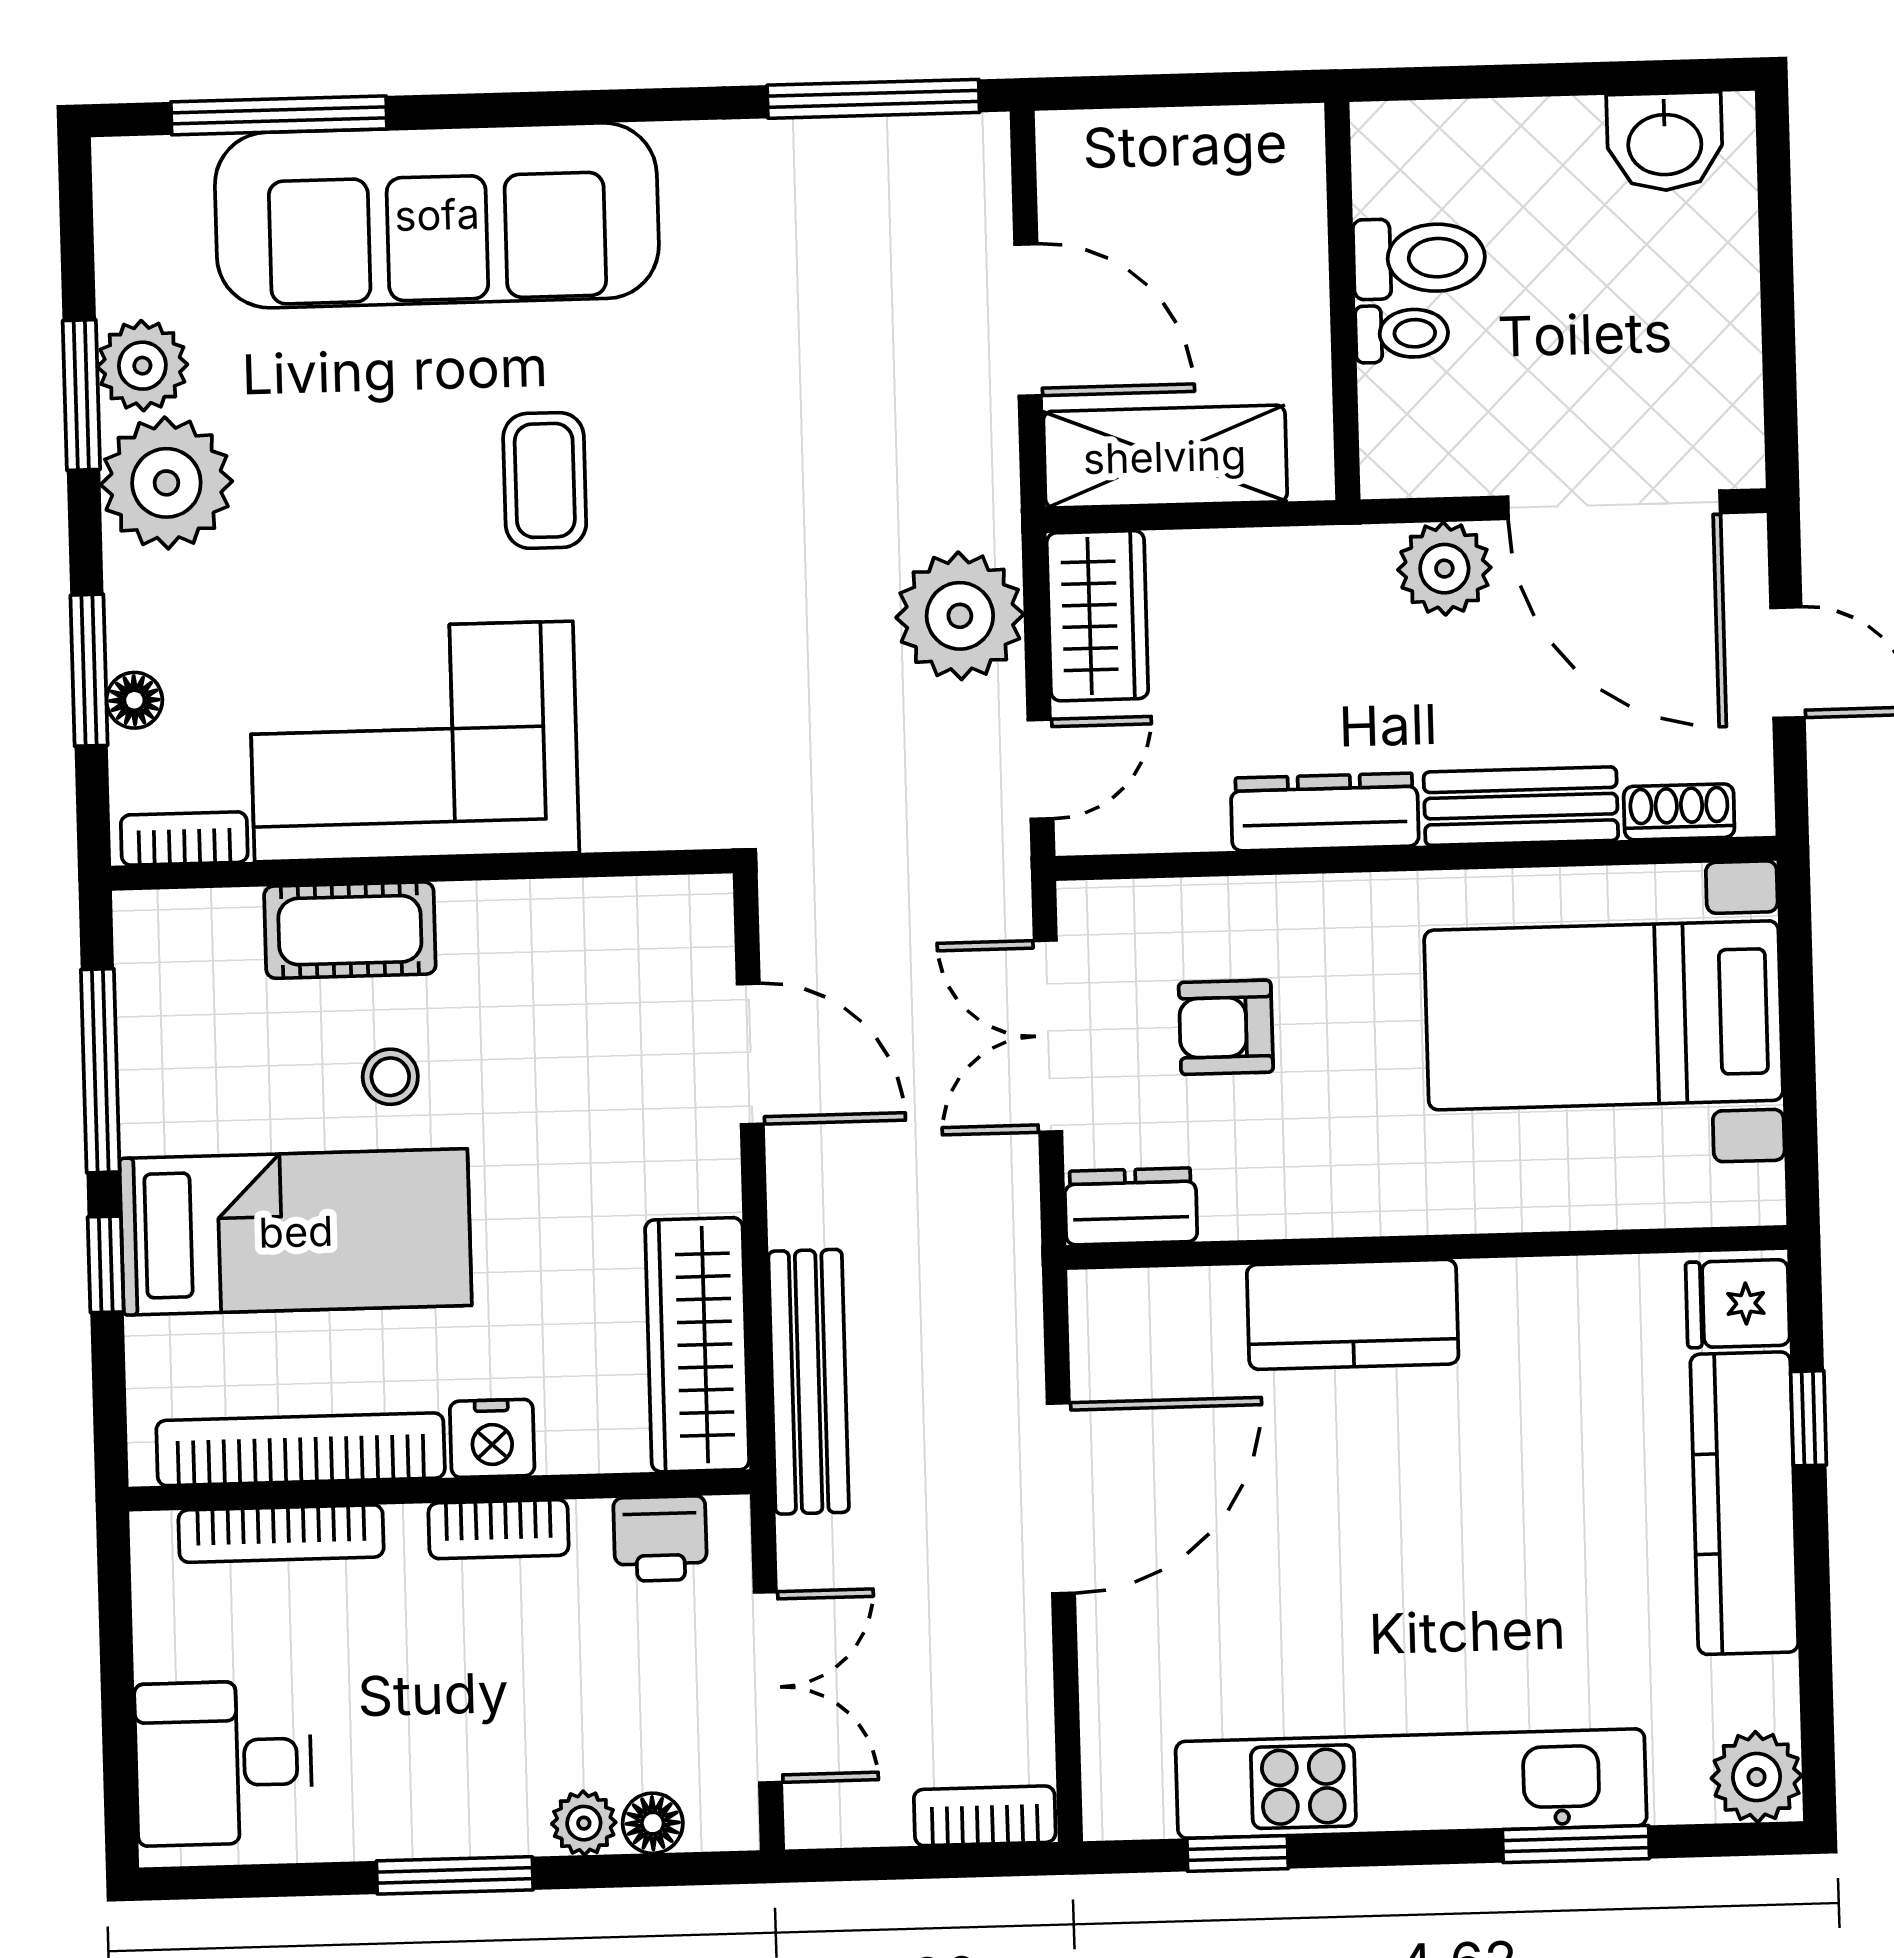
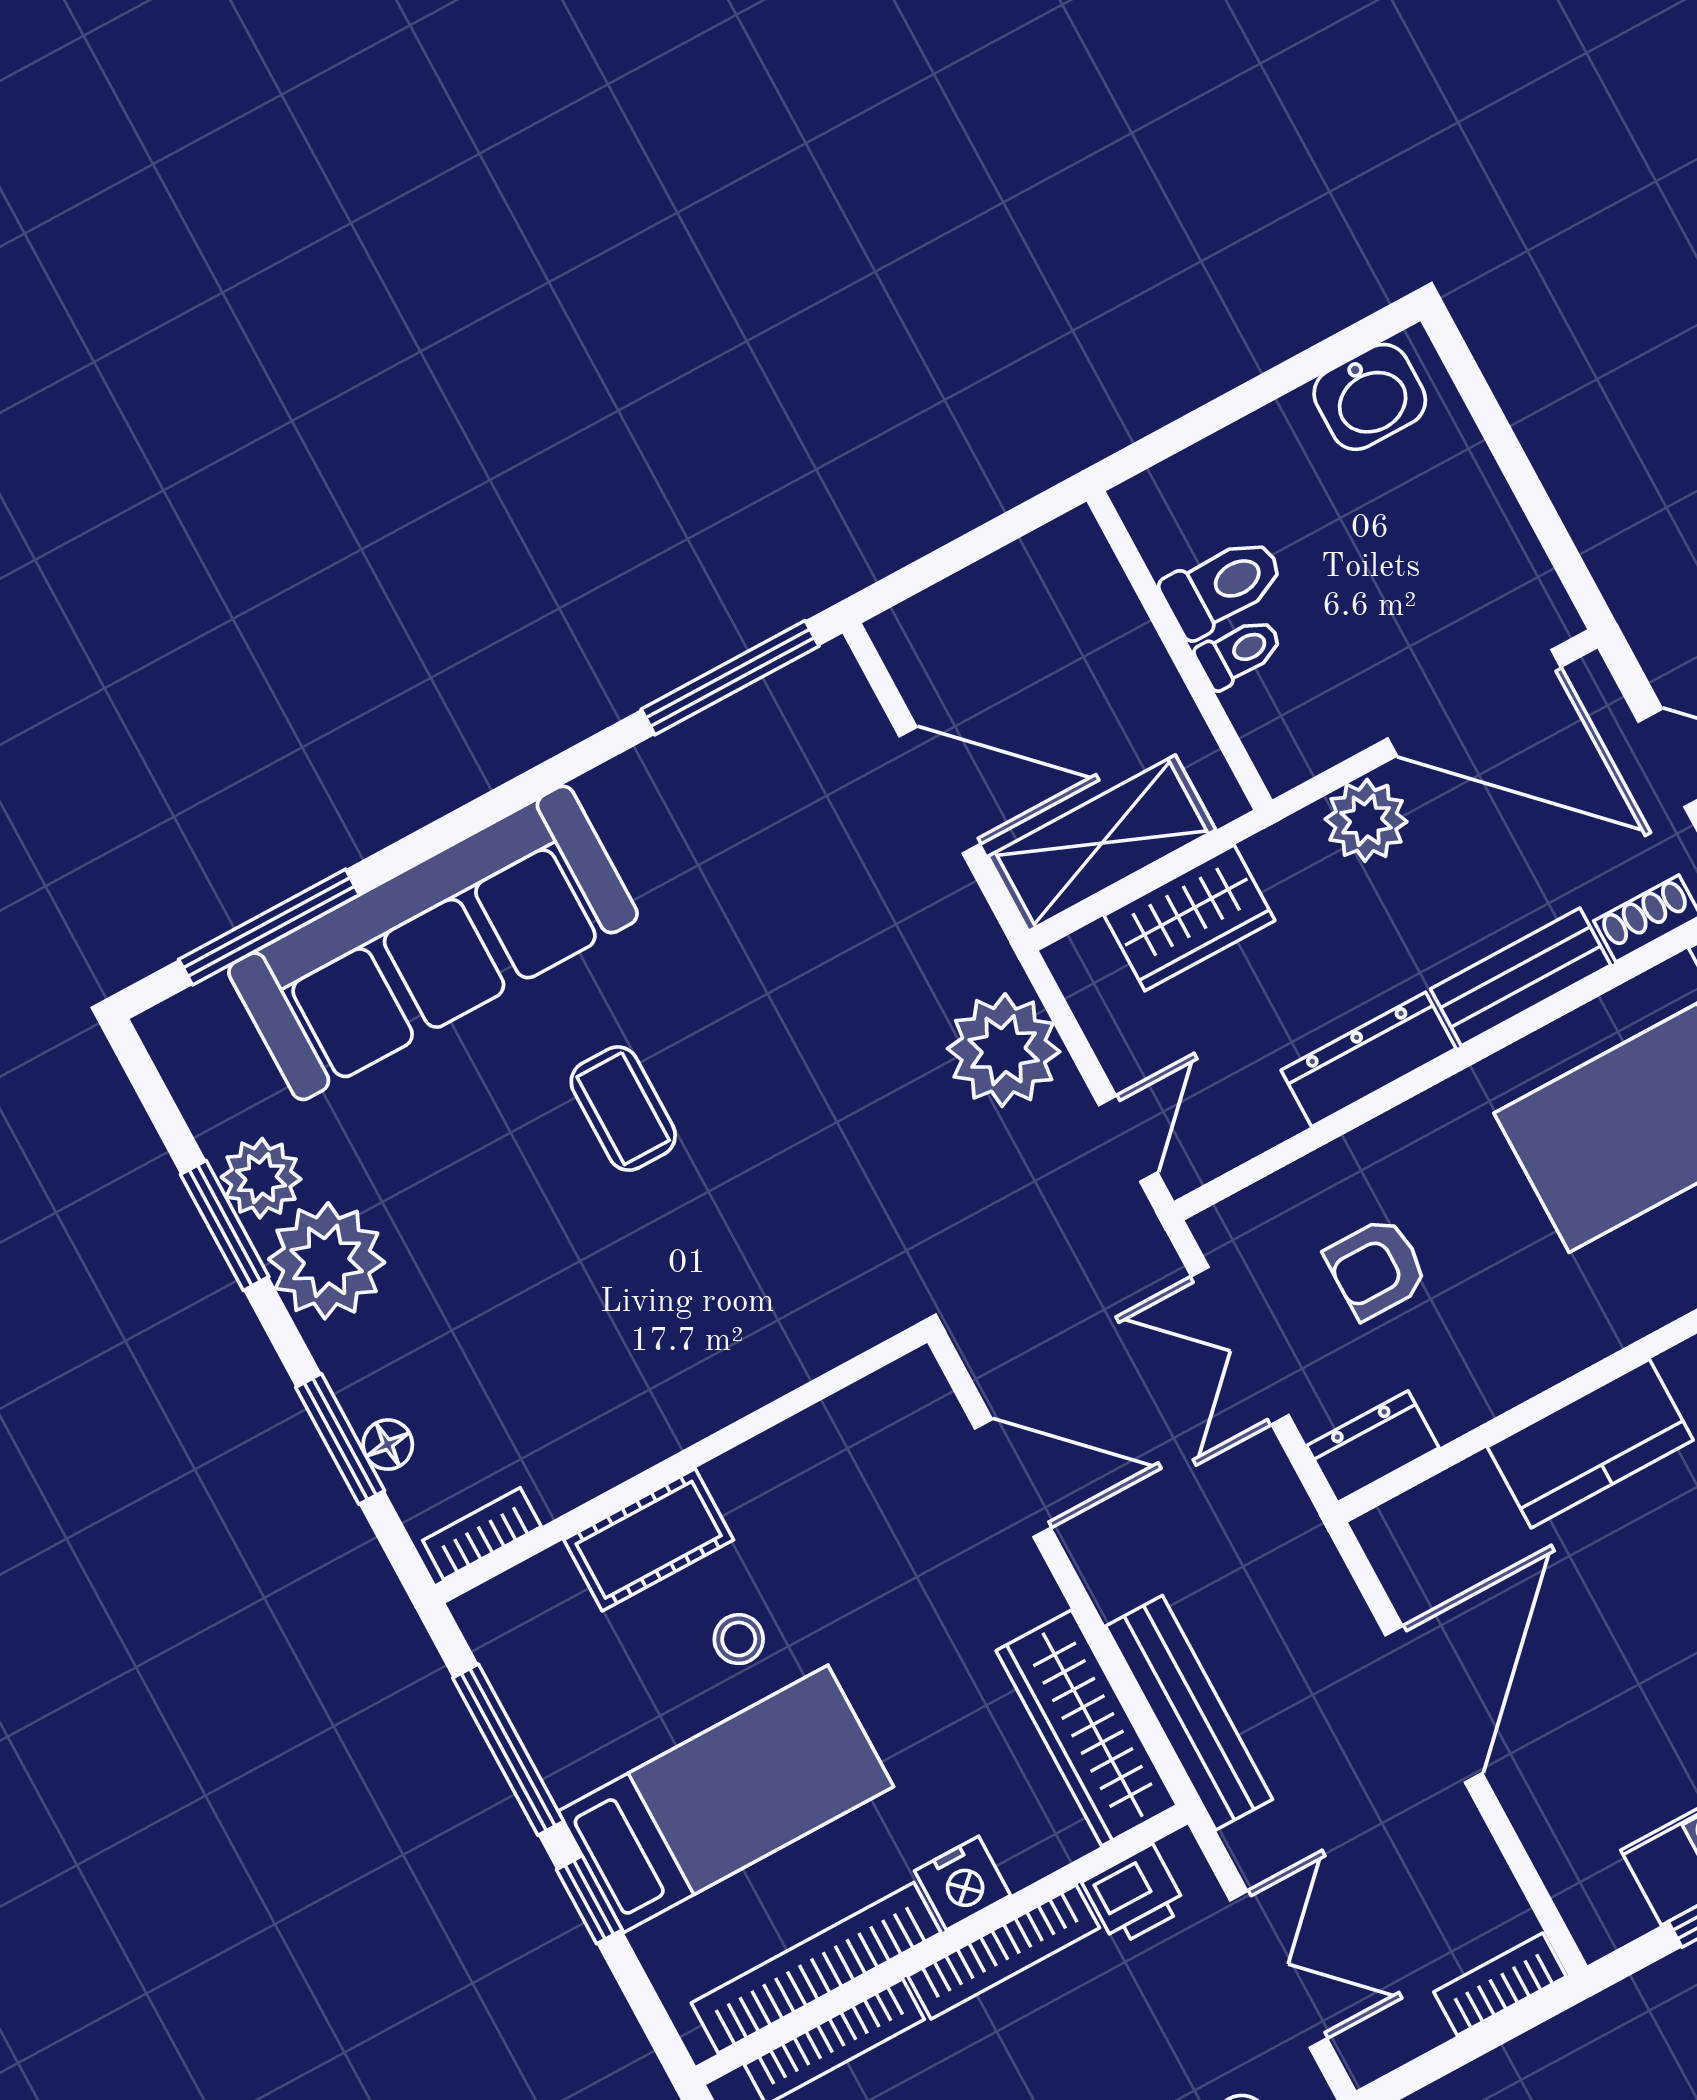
wardrobe: (1097, 616) -> (1190, 918), moved, turned 90
corner sofa: (414, 741) -> (624, 1366), removed
bookcase: (498, 1529) -> (1004, 1952), width x1.56

